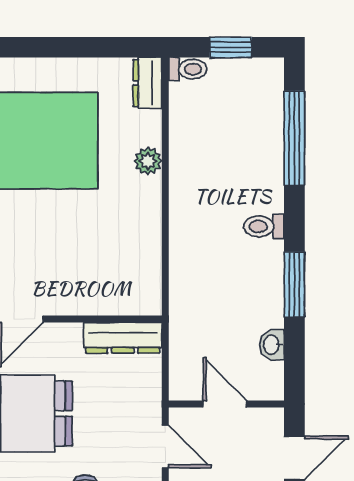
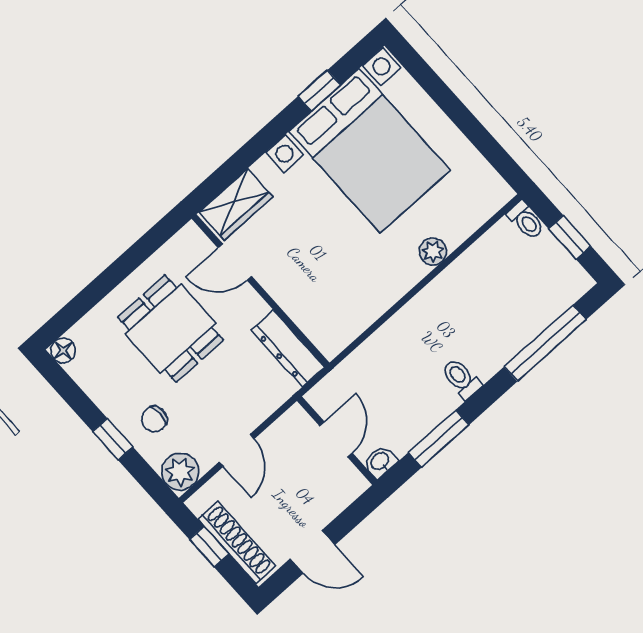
dresser: (148, 83) -> (490, 200), removed
door: (225, 404) -> (336, 439), moved
wall: (226, 404) -> (337, 441), moved

